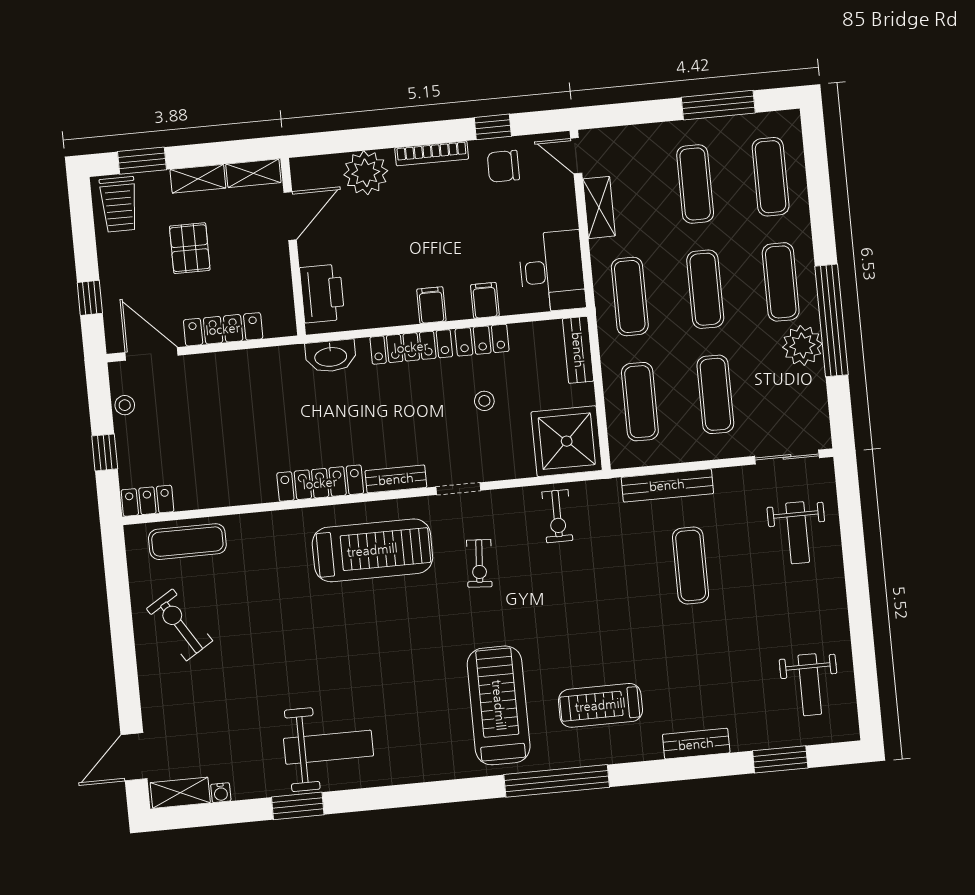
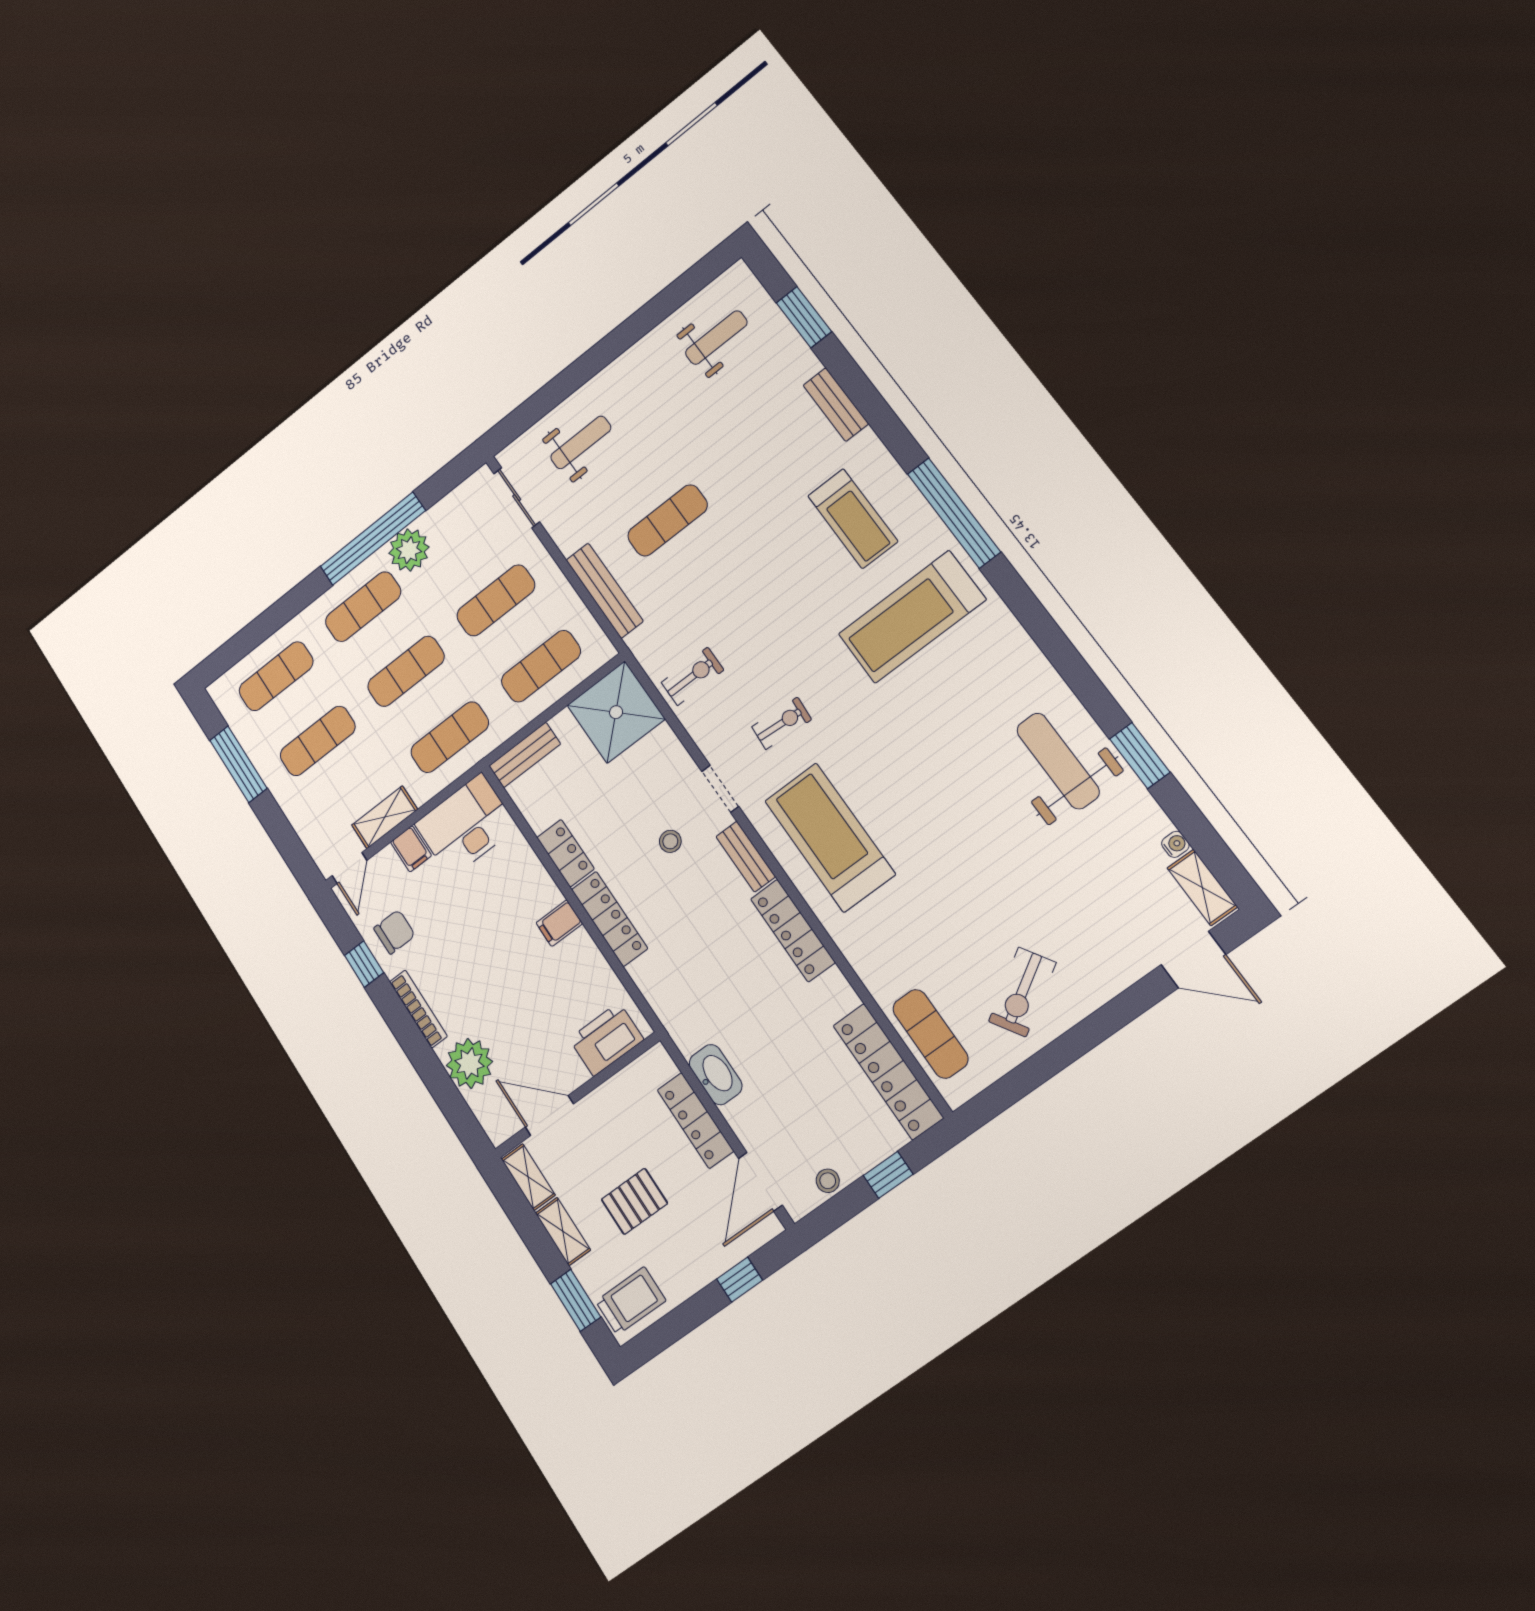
chair: (503, 166) -> (394, 932), turned -90
filing cabinet: (485, 300) -> (411, 849), moved, turned -90
washbasin: (331, 356) -> (716, 1075), moved
stool: (484, 401) -> (670, 841), moved
locker: (147, 501) -> (888, 1071), width x2.16, depth x1.21

